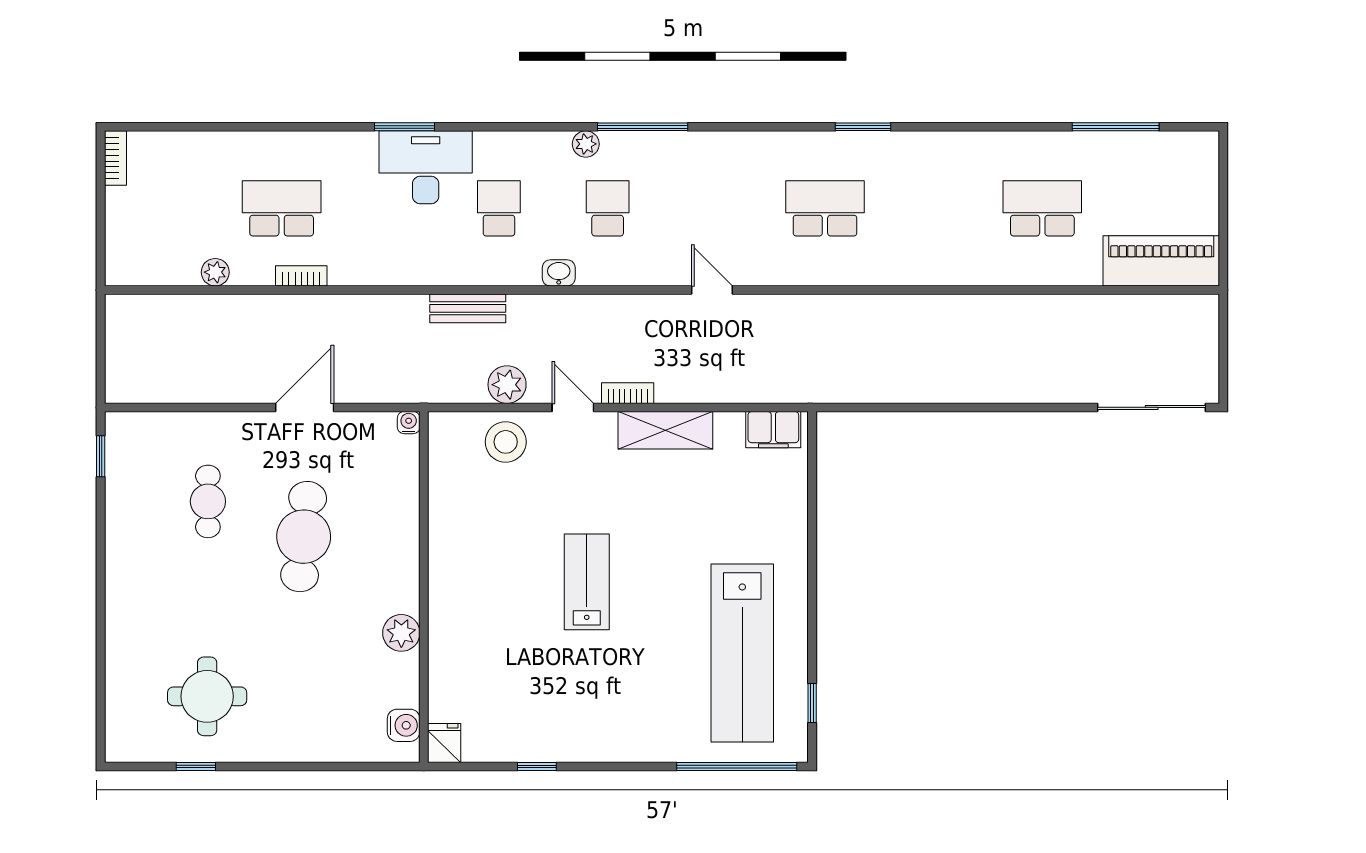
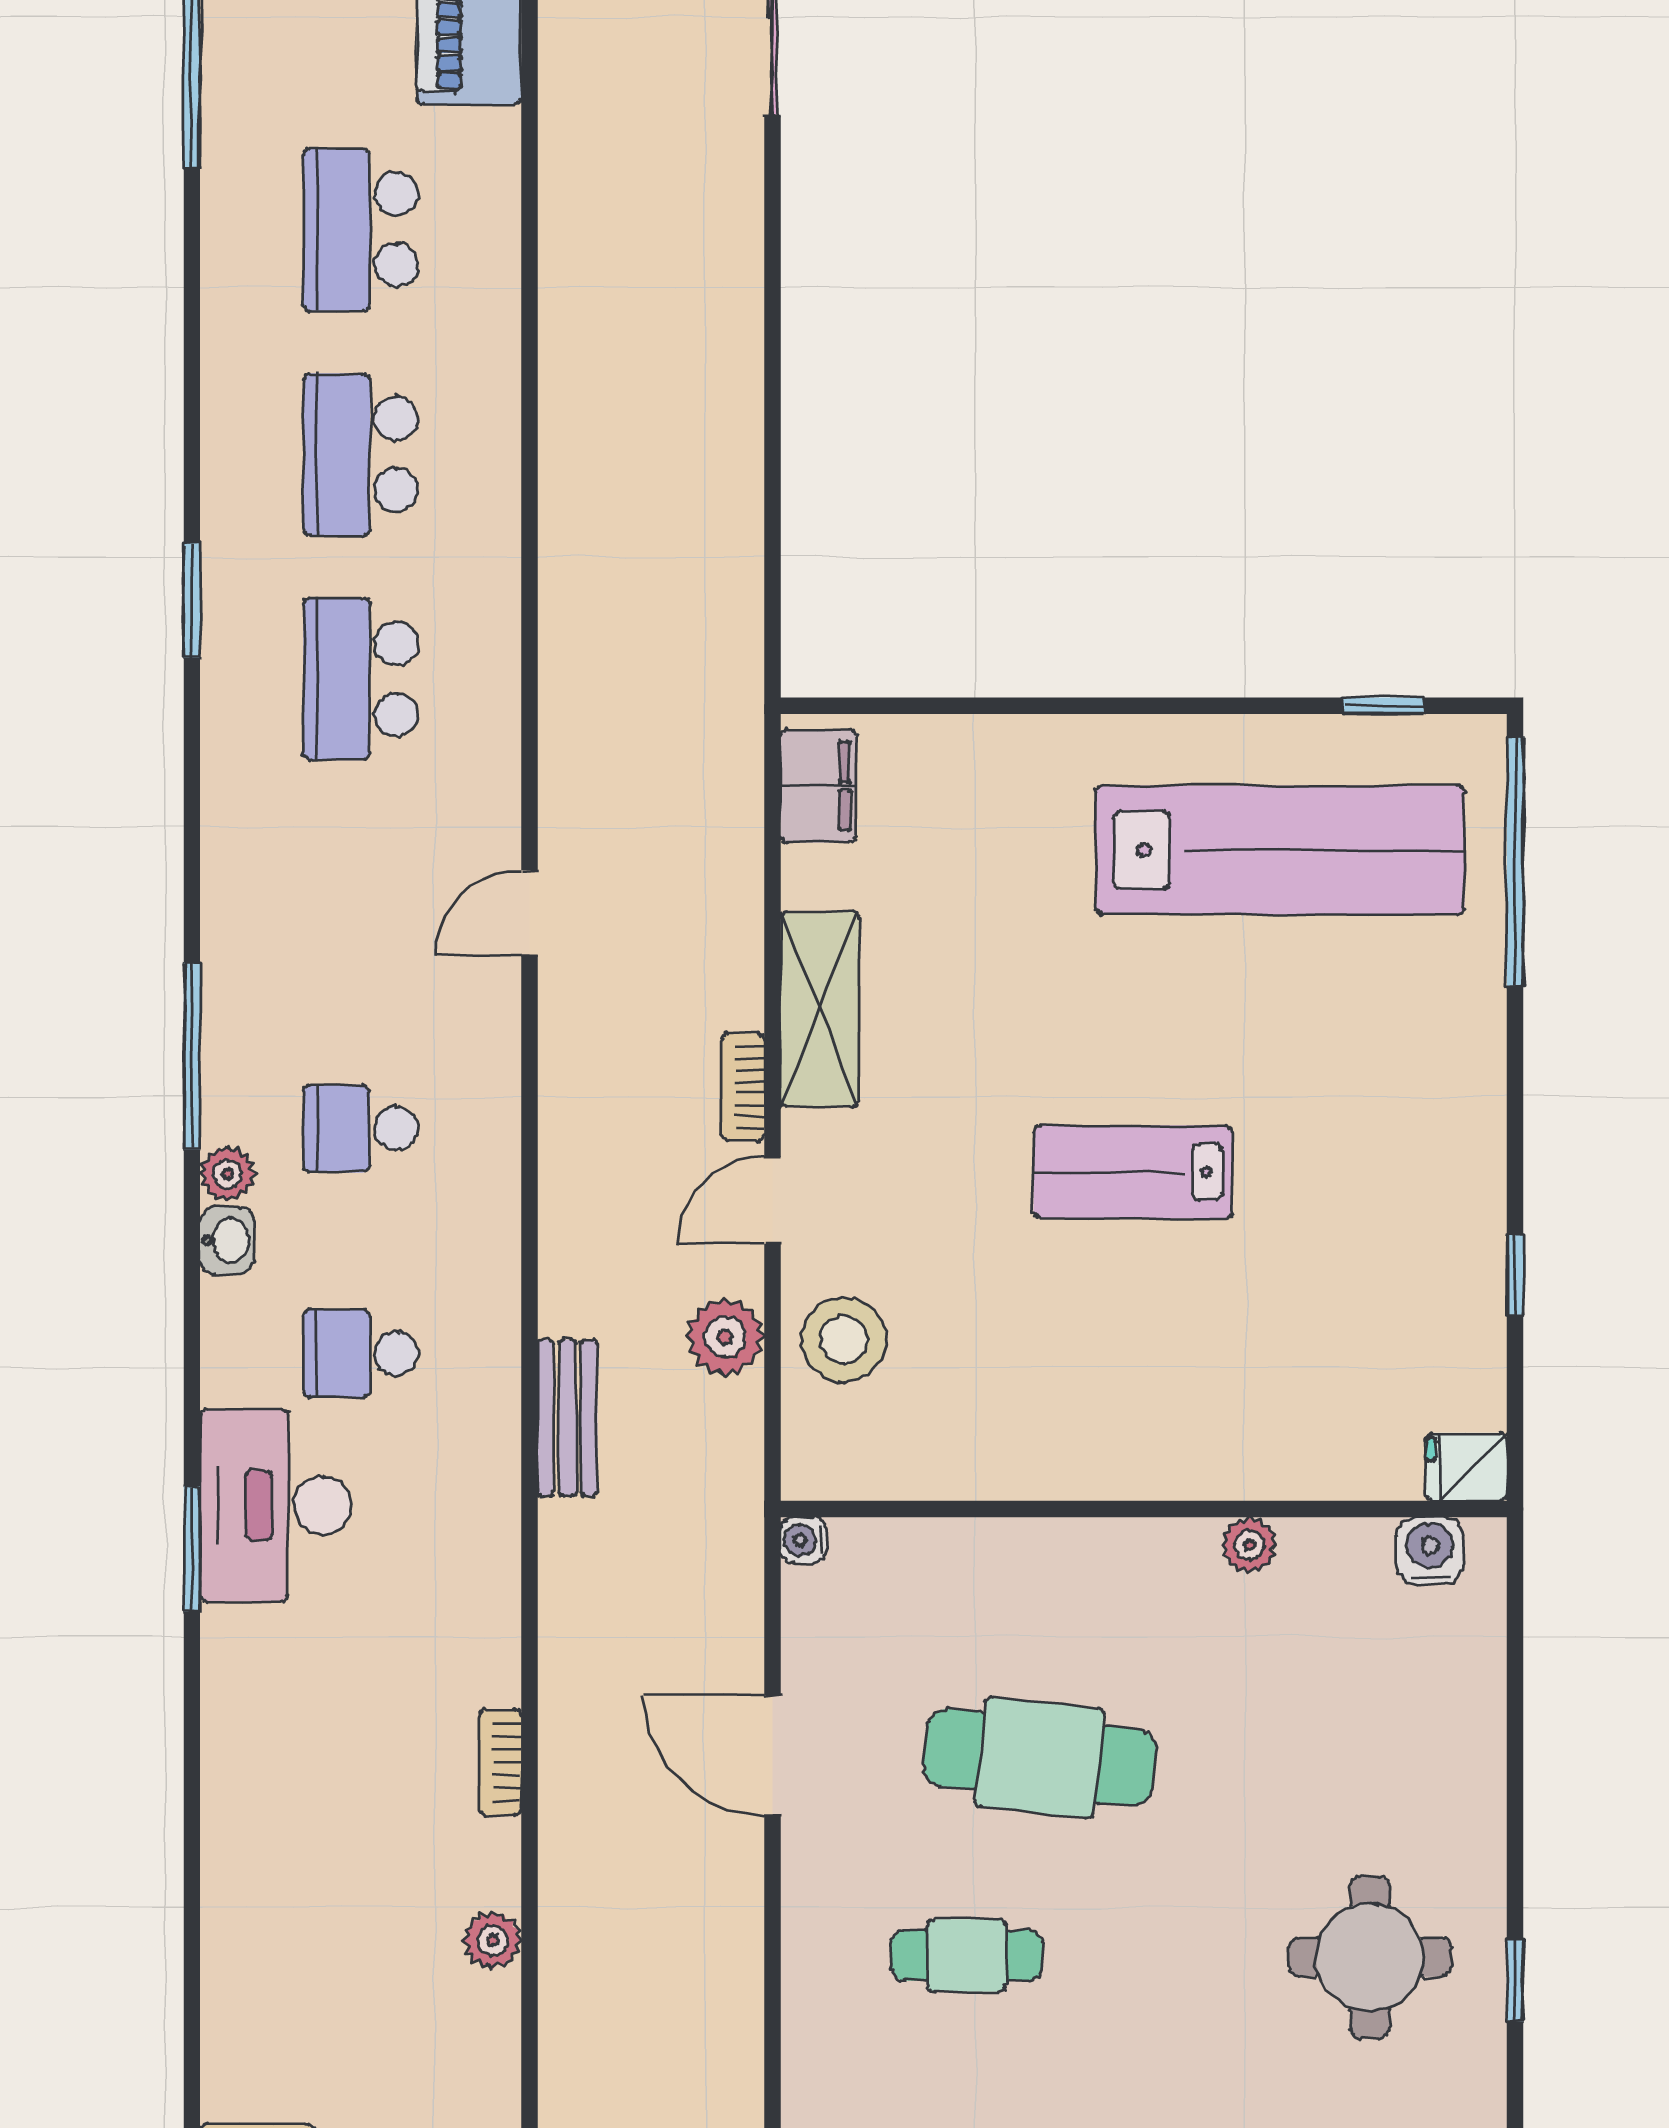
school desk: (282, 208) -> (361, 454), moved
washbasin: (559, 273) -> (227, 1240), moved, turned 180
plant: (401, 633) -> (1249, 1545), width x0.73, depth x0.73

